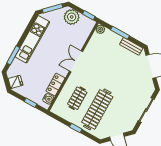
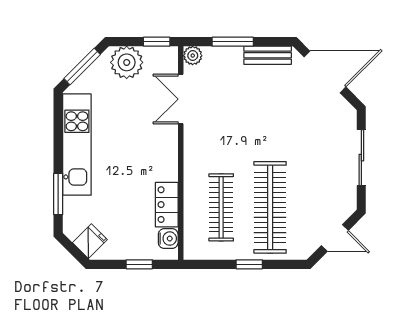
double door: (76, 61) -> (181, 99), moved
clothes rail: (77, 98) -> (221, 207), width x1.36

